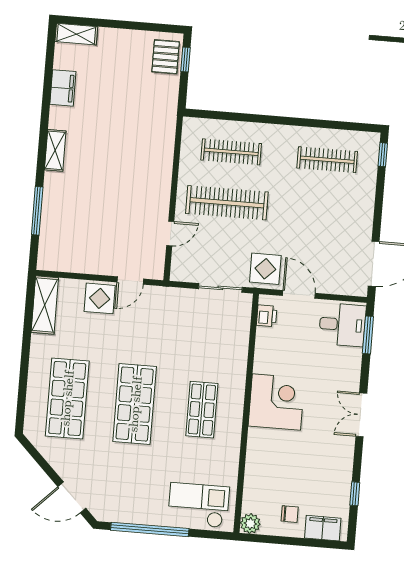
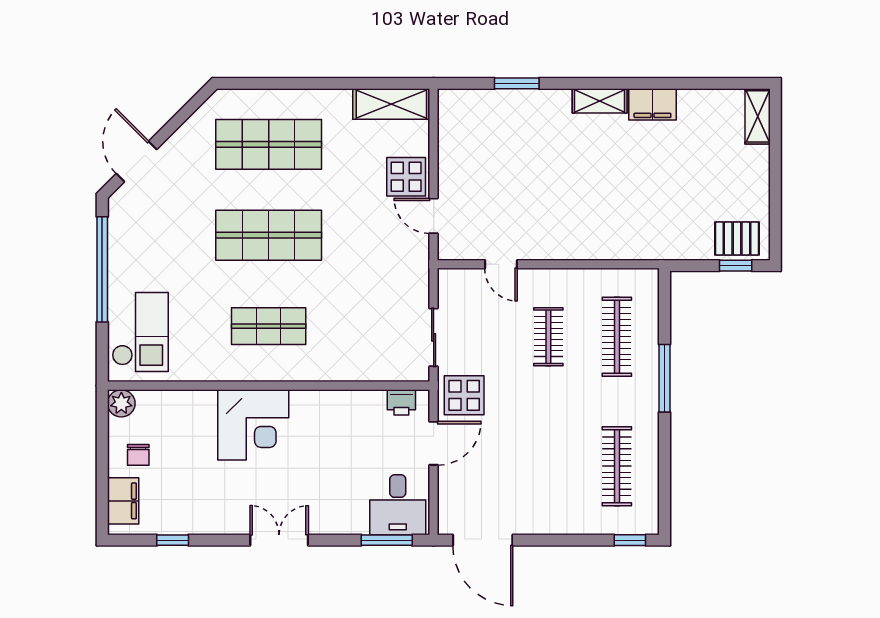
filing cabinet: (63, 88) -> (652, 104), moved
window: (265, 119) -> (665, 378), added
clothes rail: (227, 203) -> (548, 337), width x0.54, depth x0.76
window: (37, 211) -> (517, 83), width x0.69
corner desk: (276, 402) -> (253, 425), moved

